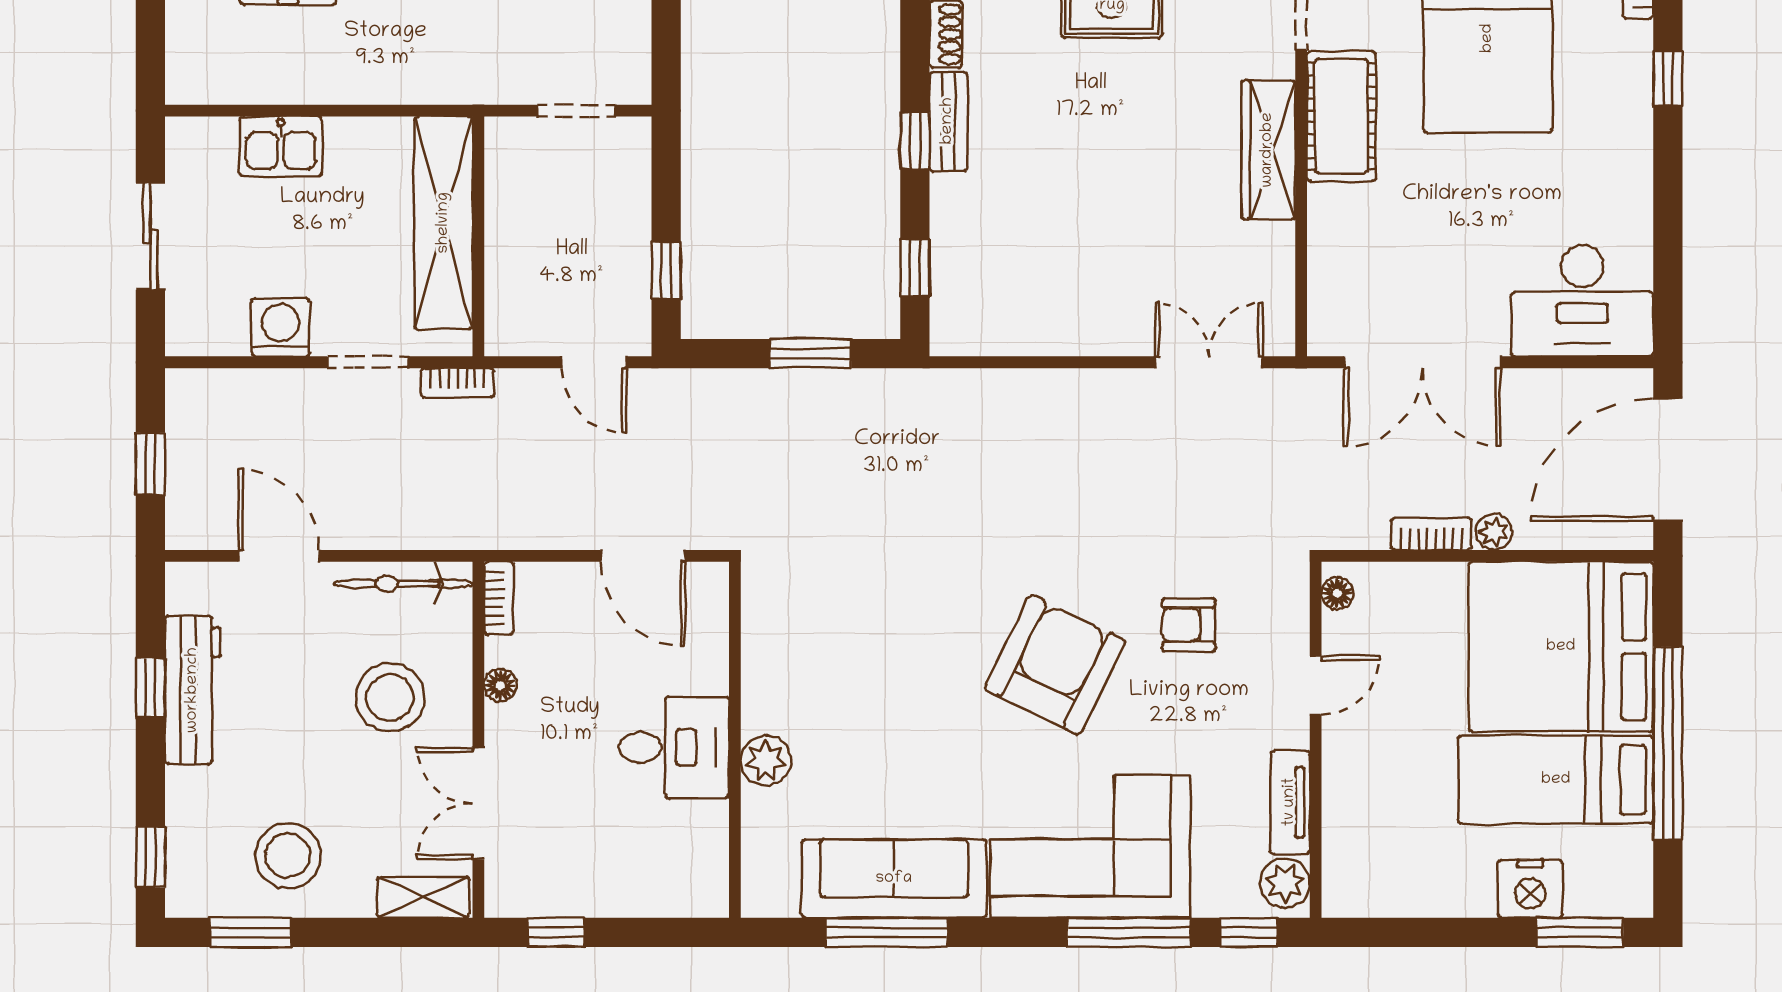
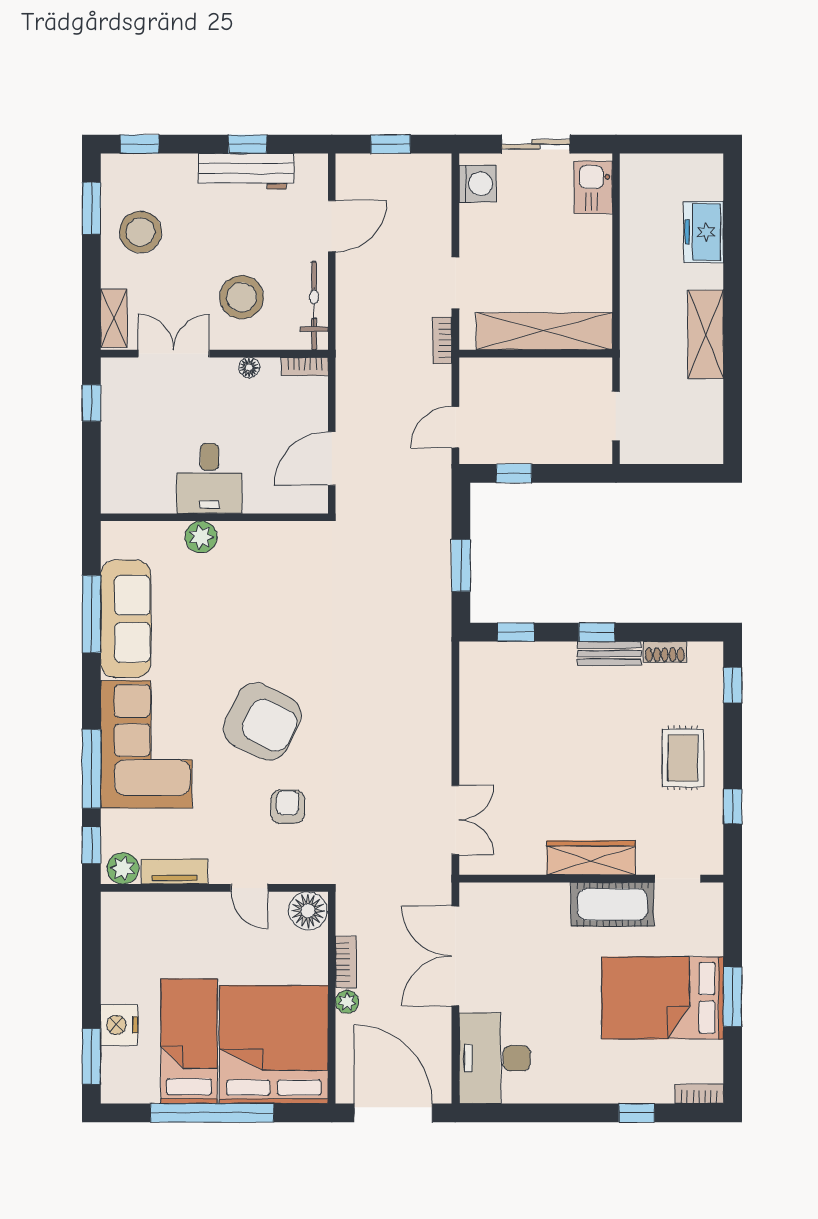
kitchen sink: (281, 146) -> (593, 187), moved
washing machine: (280, 327) -> (478, 184), moved
floor lamp: (1337, 593) -> (308, 911), width x1.89, depth x1.89

